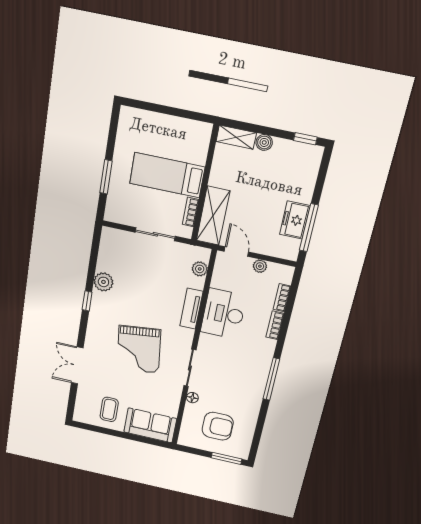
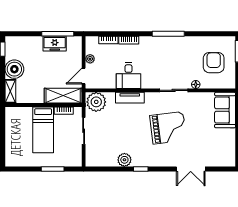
boiler: (264, 142) -> (14, 69), width x1.86, depth x1.86
plant: (200, 269) -> (96, 102), width x1.87, depth x1.87
desk: (223, 314) -> (128, 76), width x0.73
coffee table: (109, 409) -> (220, 141), removed

